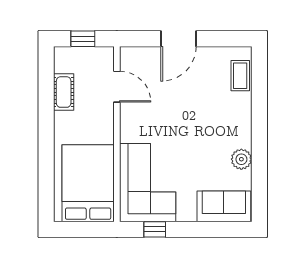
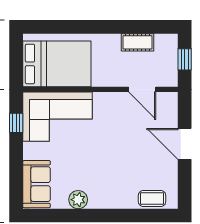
door: (117, 87) -> (142, 89), hinge flipped

